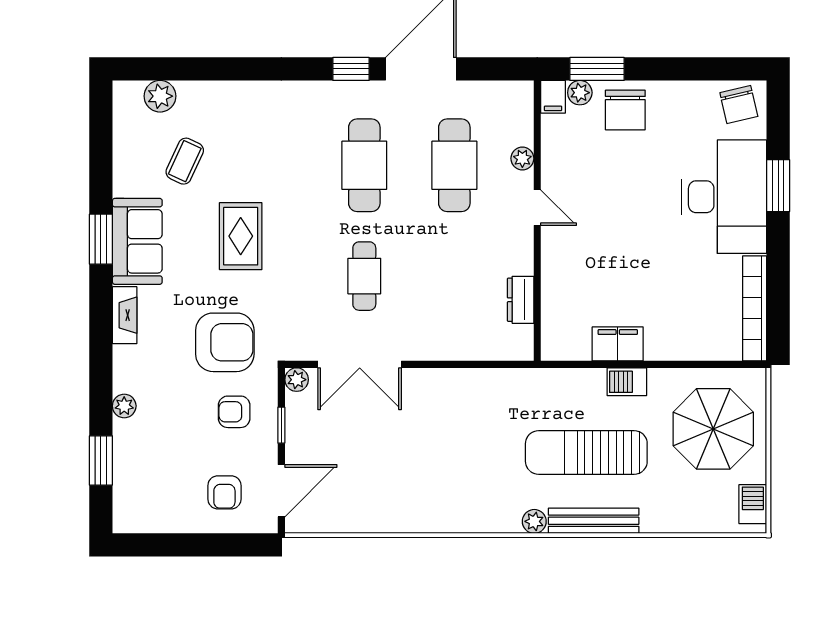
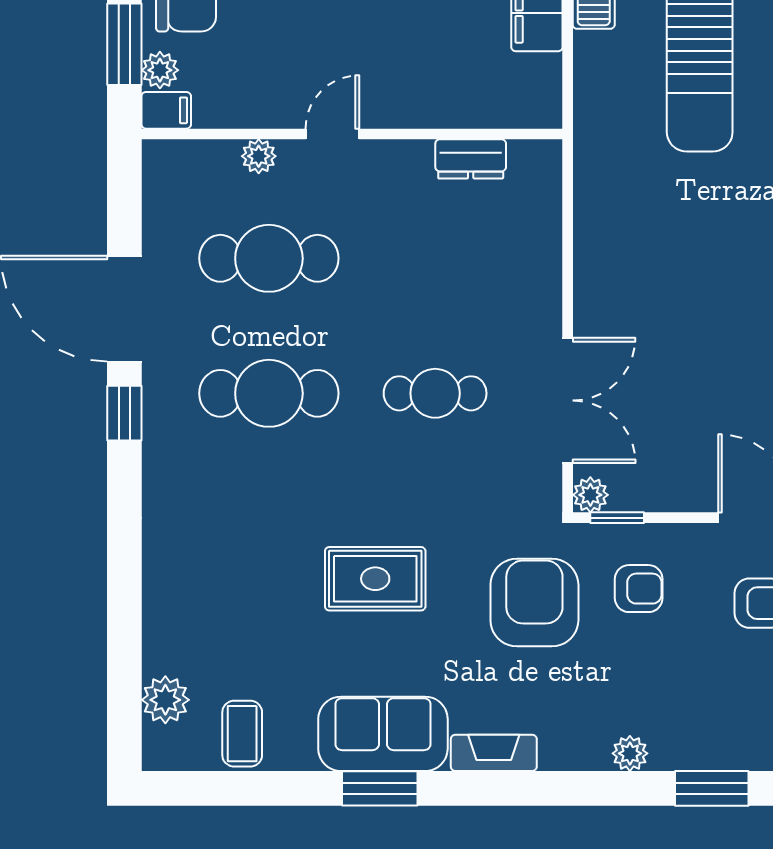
coffee table: (185, 161) -> (242, 734), moved, turned 65
armchair: (234, 412) -> (639, 589), turned -90
window: (281, 425) -> (617, 518), moved

